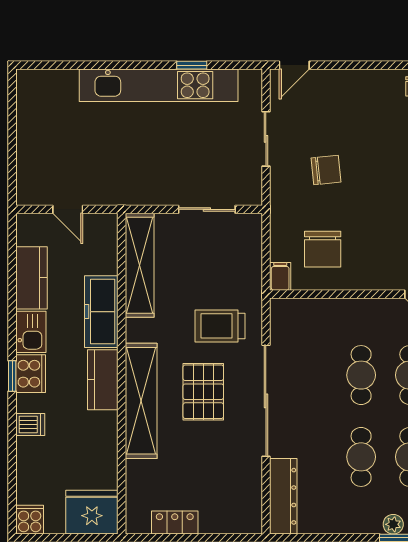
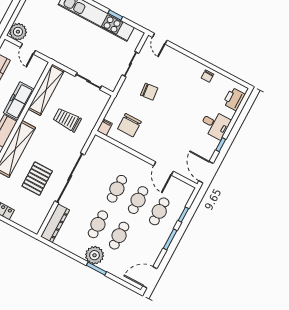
door: (294, 65) -> (160, 39), hinge flipped
plant: (33, 188) -> (18, 32), added
trolley: (220, 326) -> (67, 120), moved
pallet: (203, 392) -> (37, 179), moved
plant: (393, 524) -> (95, 255), width x1.88, depth x1.88

